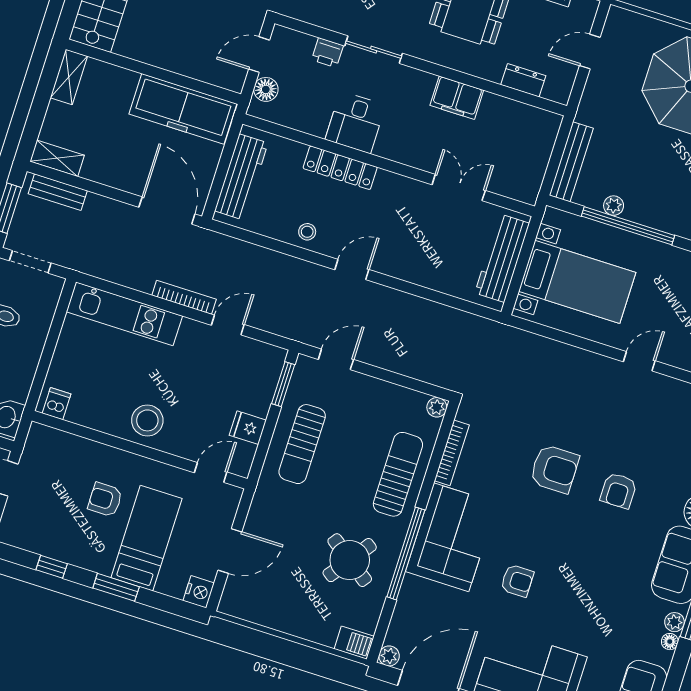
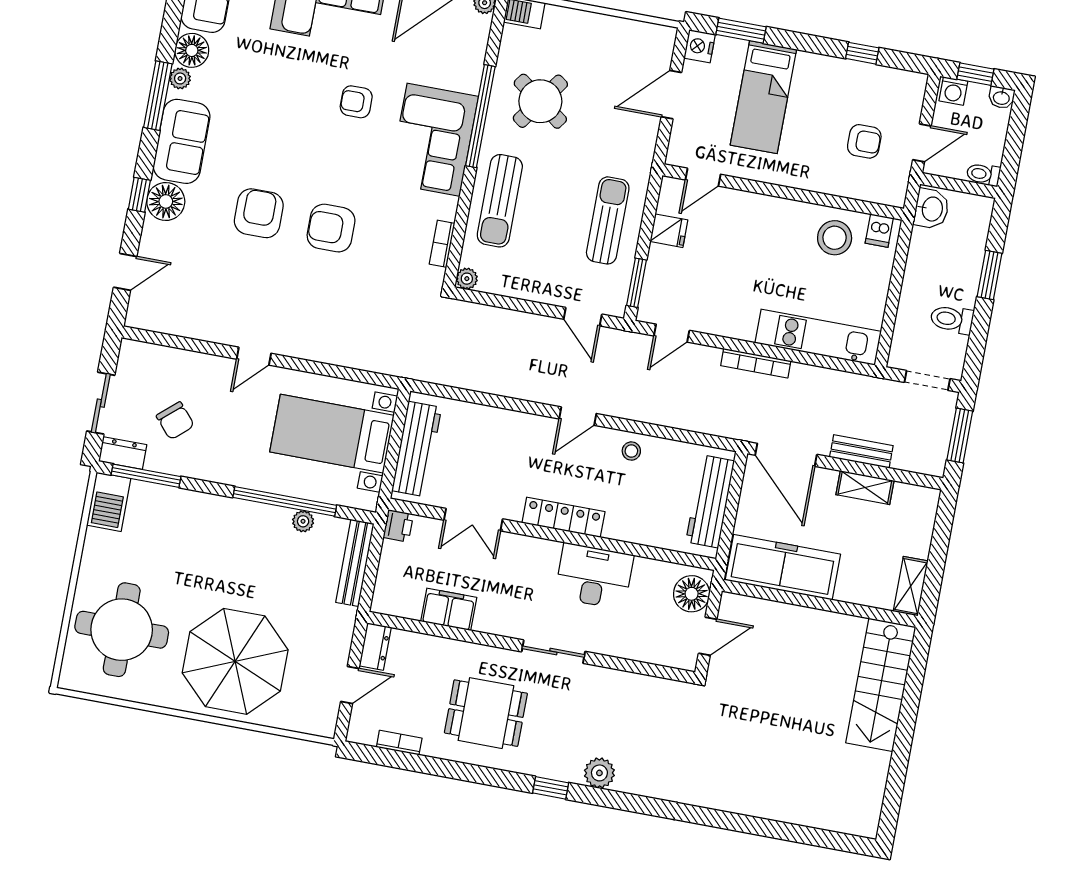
sliding door: (374, 50) -> (553, 652), moved
printer: (327, 53) -> (398, 526), moved, turned 90
dresser: (523, 80) -> (375, 646), moved, turned -90
floor lamp: (266, 89) -> (692, 594), width x1.38, depth x1.38
filing cabinet: (457, 98) -> (449, 609), moved
desk: (355, 122) -> (594, 576), width x1.37
shelving: (57, 158) -> (865, 488), moved
locker: (340, 168) -> (563, 517), moved
bench: (58, 192) -> (861, 451), moved
door: (228, 325) -> (672, 333), moved
door: (336, 359) -> (583, 317), hinge flipped
stool: (147, 420) -> (835, 238), moved
bookcase: (452, 453) -> (442, 244), width x0.64
armchair: (618, 491) -> (259, 213), width x1.38, depth x1.38
armchair: (105, 500) -> (864, 141), moved
window: (116, 587) -> (741, 31), moved
floor lamp: (670, 642) -> (192, 50), width x1.89, depth x1.89

